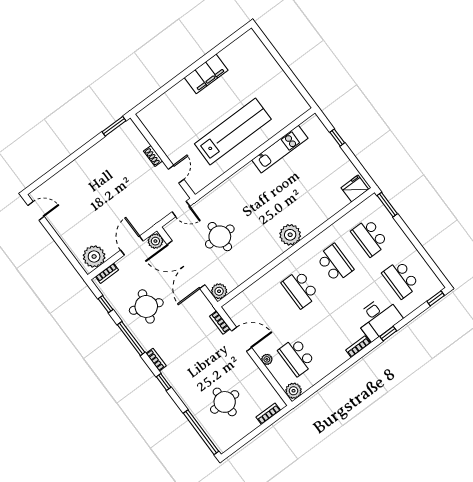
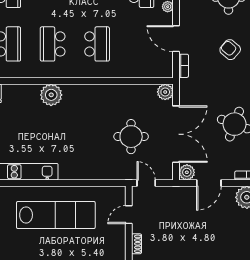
lab bench: (233, 131) -> (56, 215), turned 180
plant: (290, 235) -> (51, 95), moved
armchair: (193, 362) -> (230, 50), added

